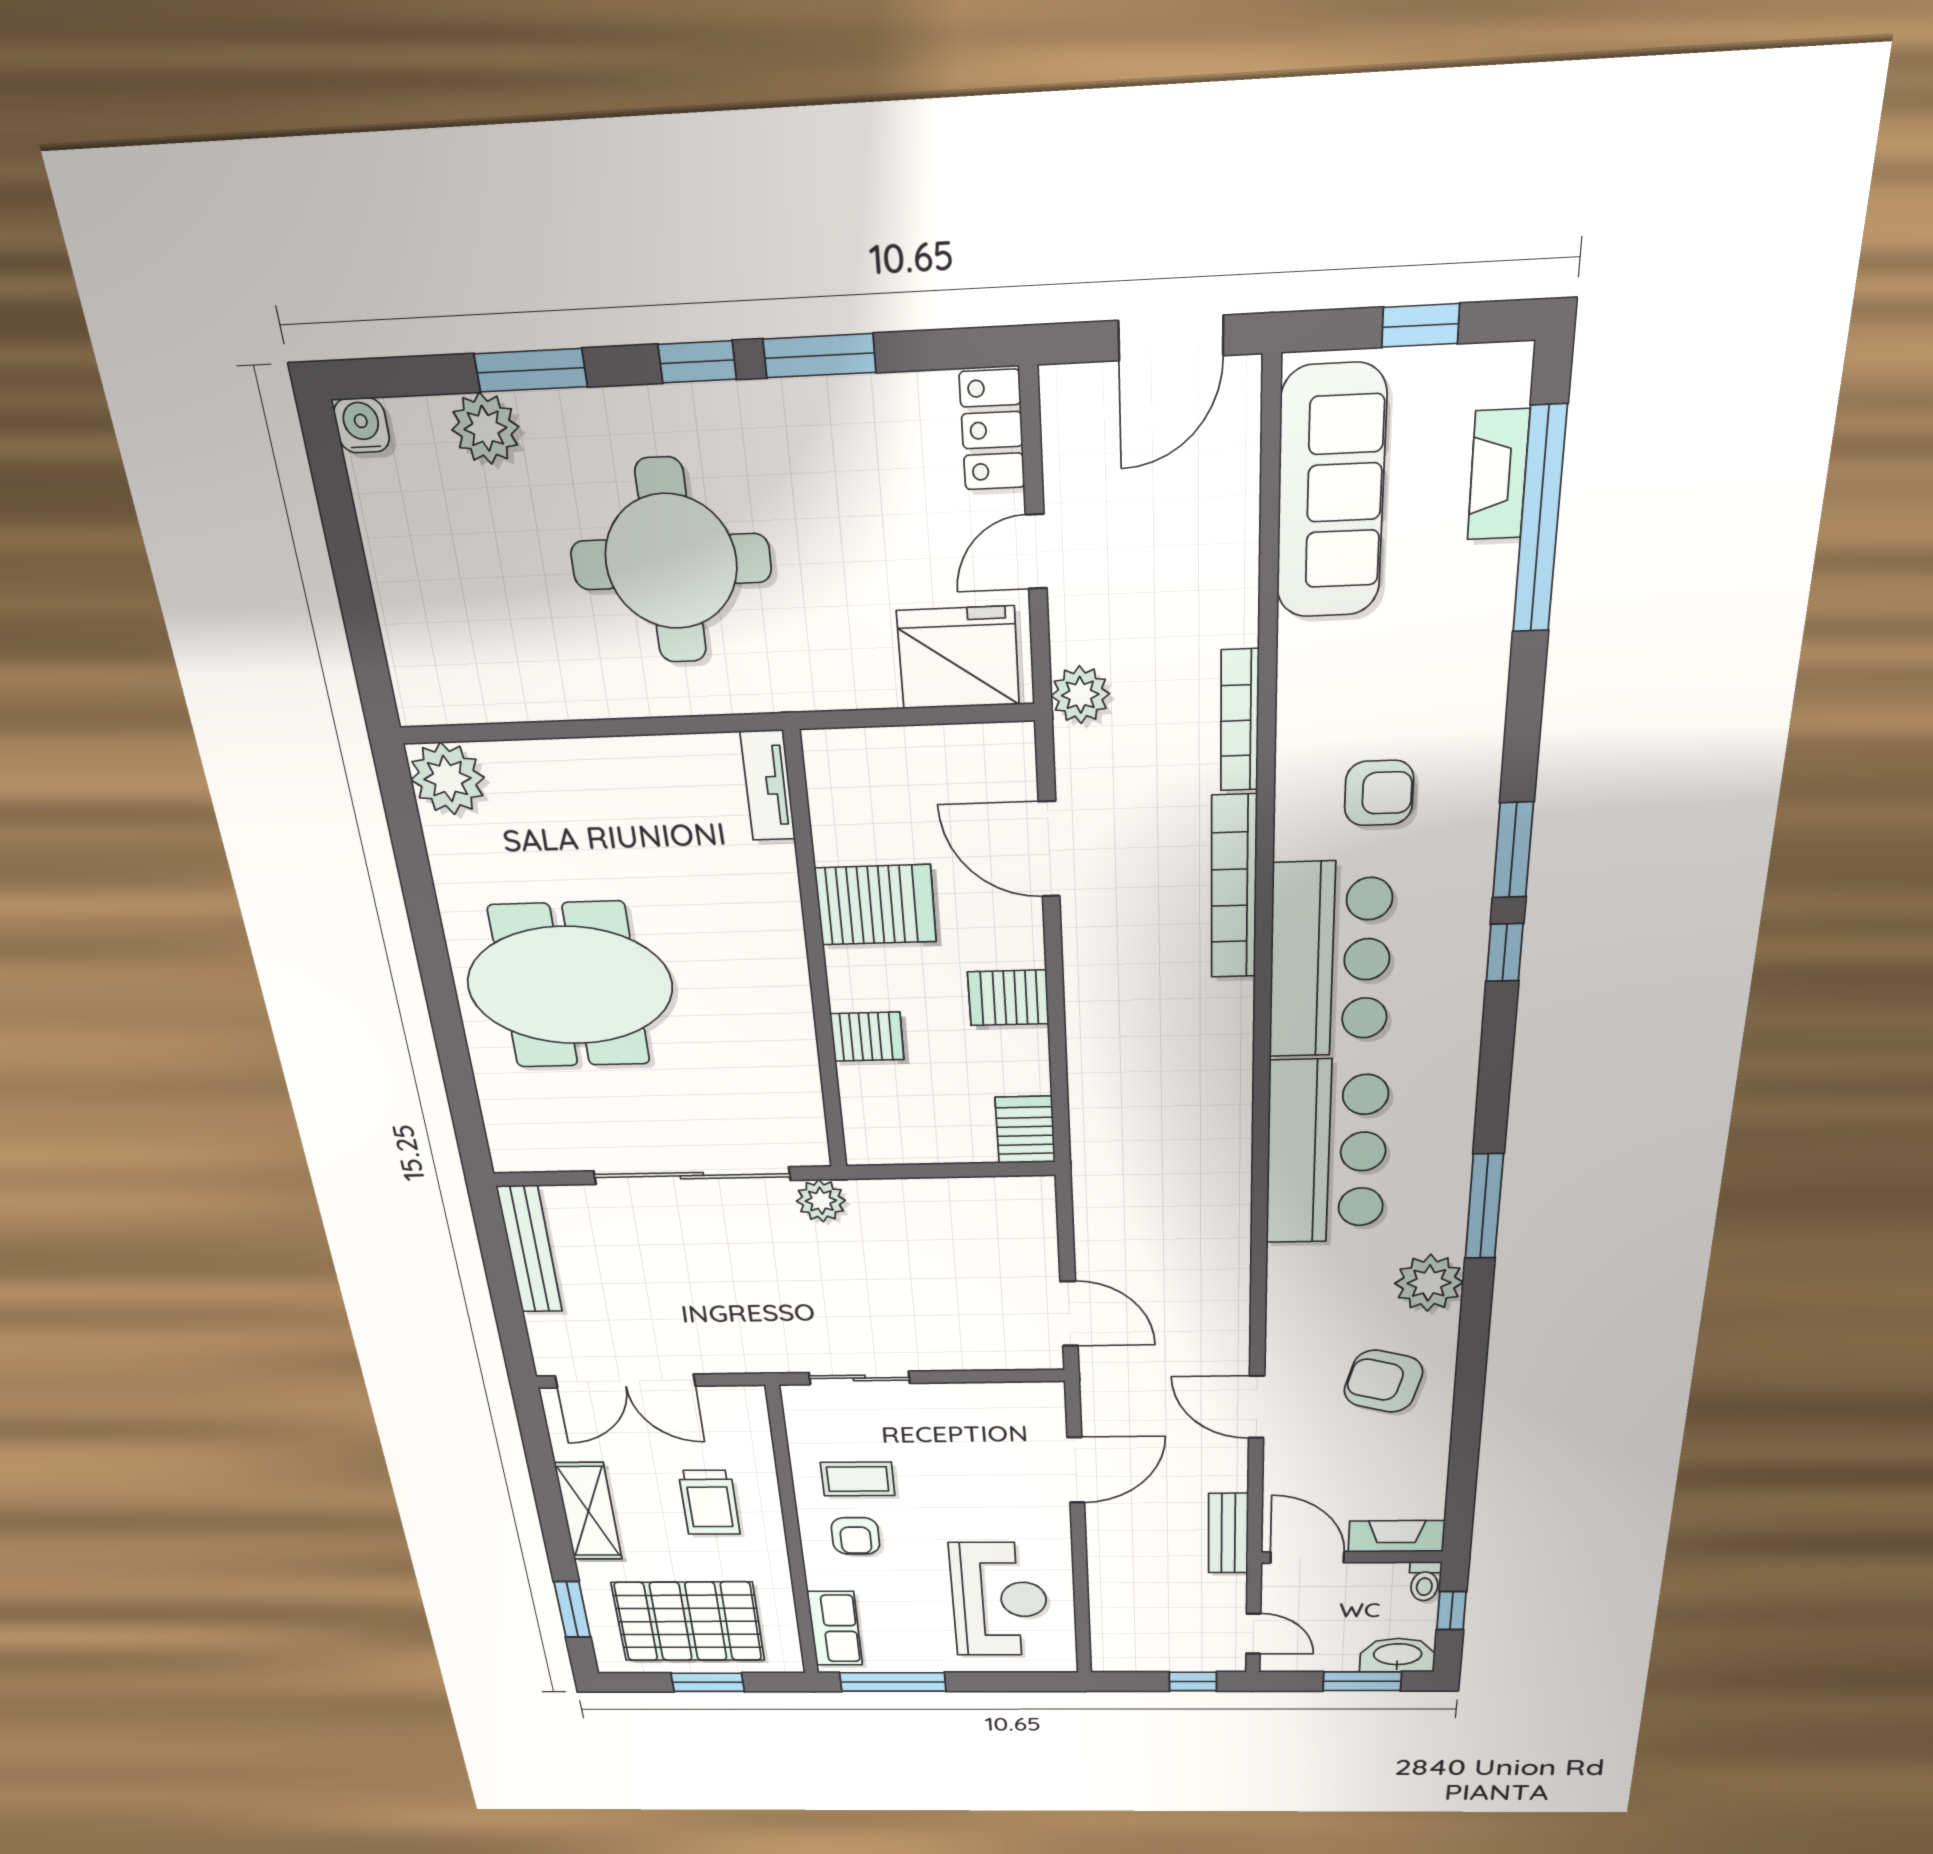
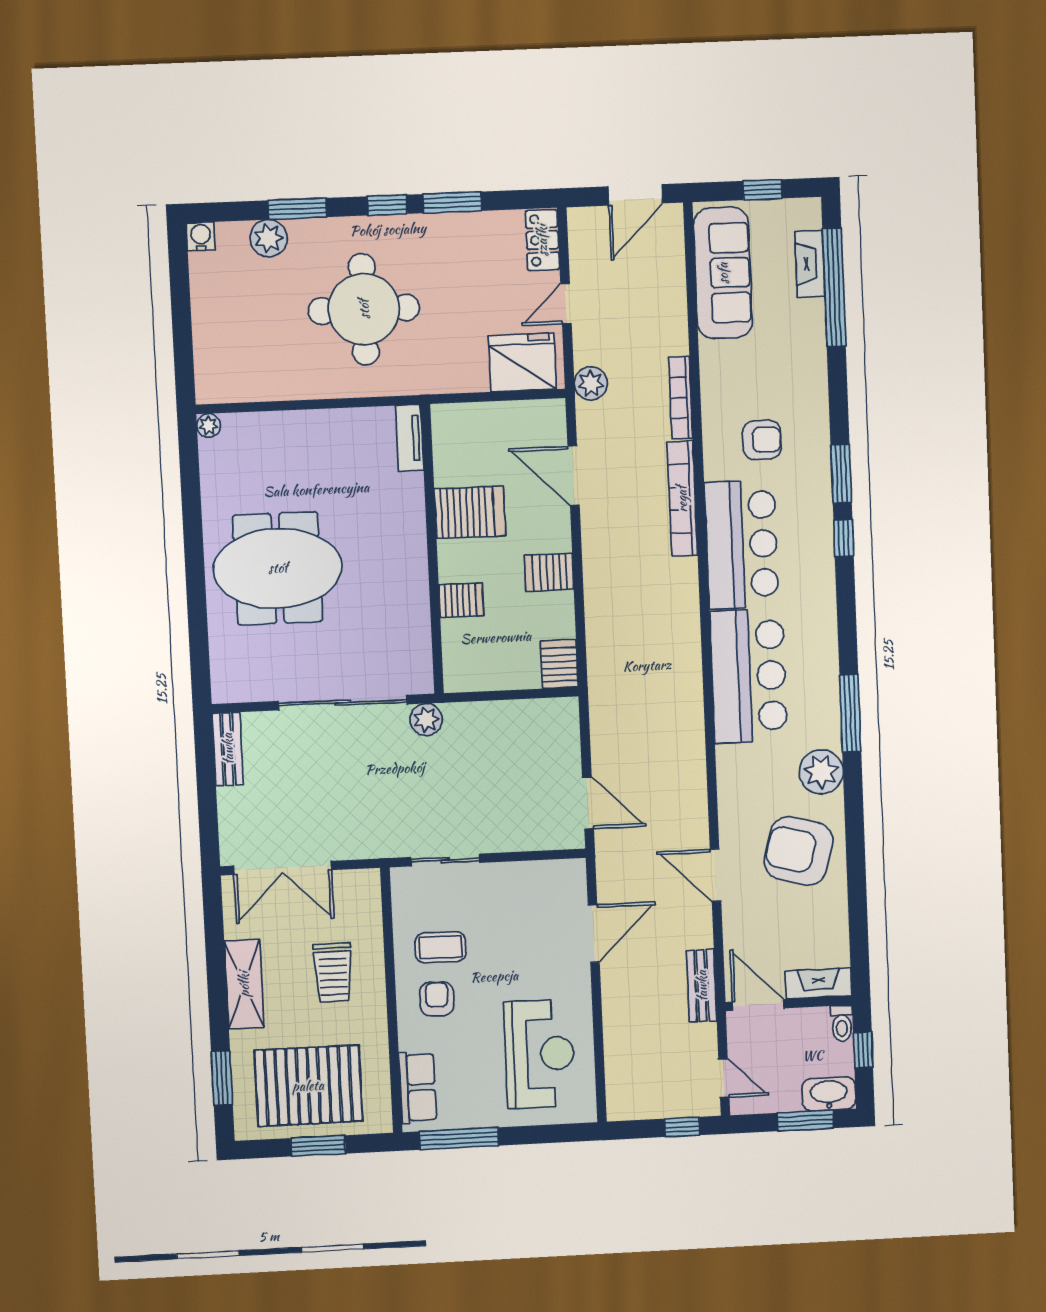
plant: (448, 779) -> (209, 426), width x0.53, depth x0.53
bench: (530, 1249) -> (228, 749), width x0.73
armchair: (1383, 1381) -> (798, 851), width x1.36, depth x1.36
armchair: (855, 1536) -> (437, 999), turned 180

